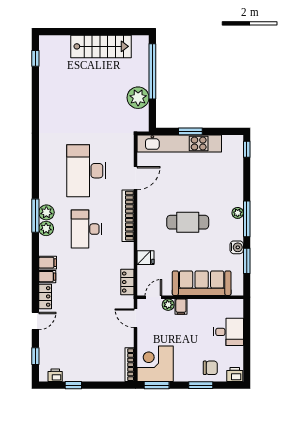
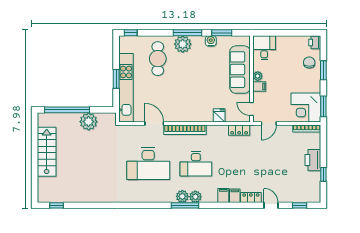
plant: (238, 213) -> (183, 44), width x1.87, depth x1.87
cafe table: (188, 222) -> (158, 59), moved
plant: (168, 305) -> (258, 76), moved
desk: (228, 332) -> (264, 48), moved
printer: (55, 375) -> (313, 160), moved, width x1.87, depth x1.48

